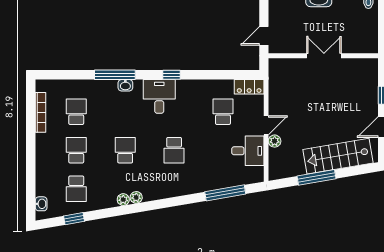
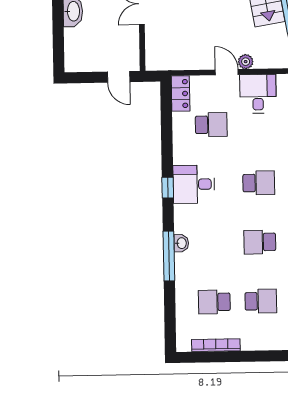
desk: (159, 96) -> (194, 184), moved
school desk: (223, 112) -> (211, 125), turned 180
school desk: (76, 150) -> (261, 301), turned 180

